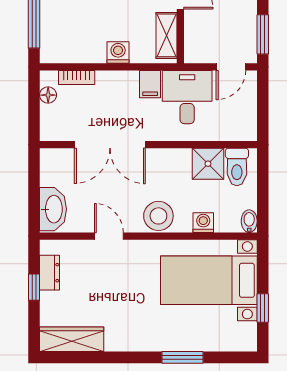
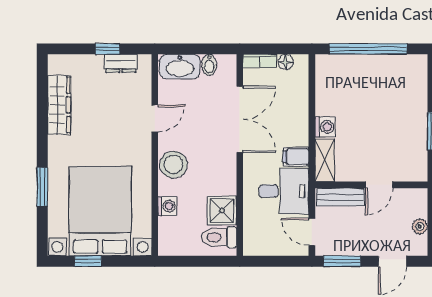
shelving: (167, 35) -> (325, 160), moved, turned 90
bench: (194, 36) -> (340, 197), added
bookcase: (77, 78) -> (260, 61), moved, turned -90
double door: (110, 145) -> (240, 119), swing flipped
bidet: (249, 221) -> (209, 65), moved, turned 90
bed with nightstands: (209, 280) -> (100, 211), width x1.36
wardrobe: (72, 339) -> (59, 105), moved

